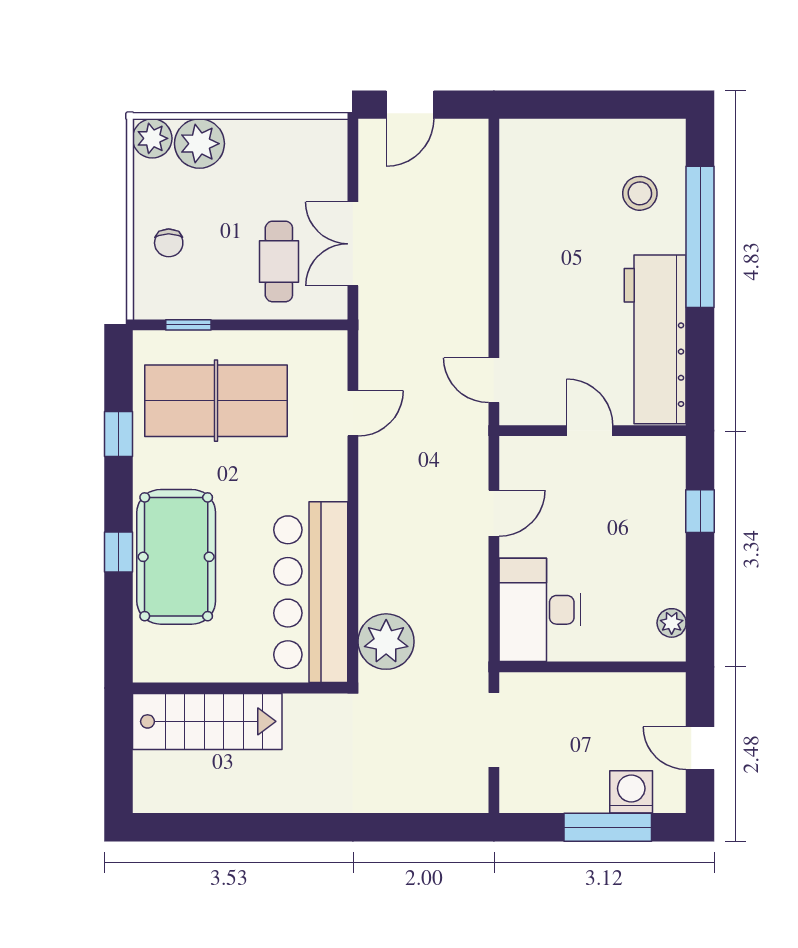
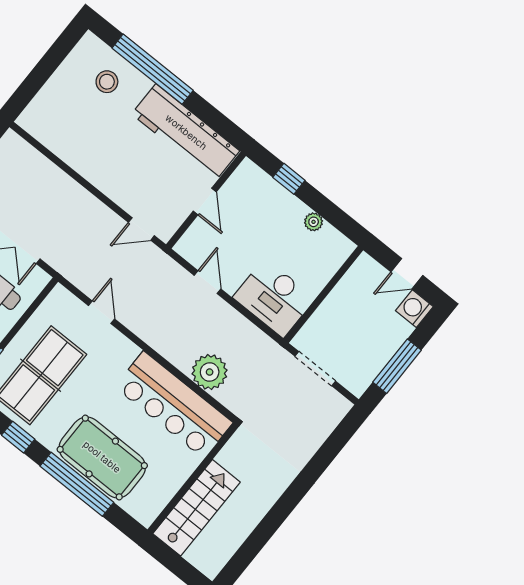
door: (590, 431) -> (205, 202), swing flipped
window: (118, 552) -> (77, 484), width x3.17
plant: (672, 623) -> (314, 222), moved
plant: (386, 642) -> (210, 372), moved
washing machine: (631, 792) -> (414, 309), moved
window: (608, 827) -> (397, 366), moved

